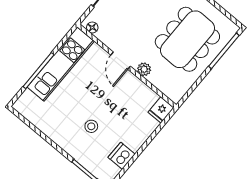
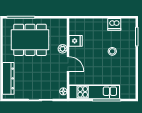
door: (121, 61) -> (68, 64), hinge flipped
fridge: (161, 110) -> (76, 41), moved

